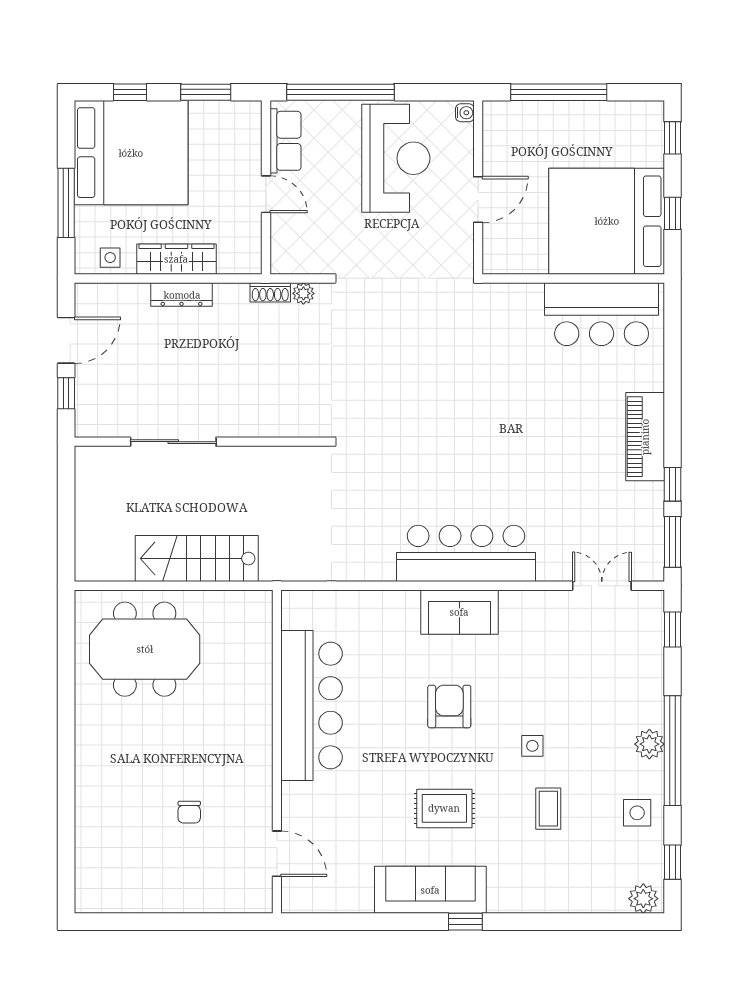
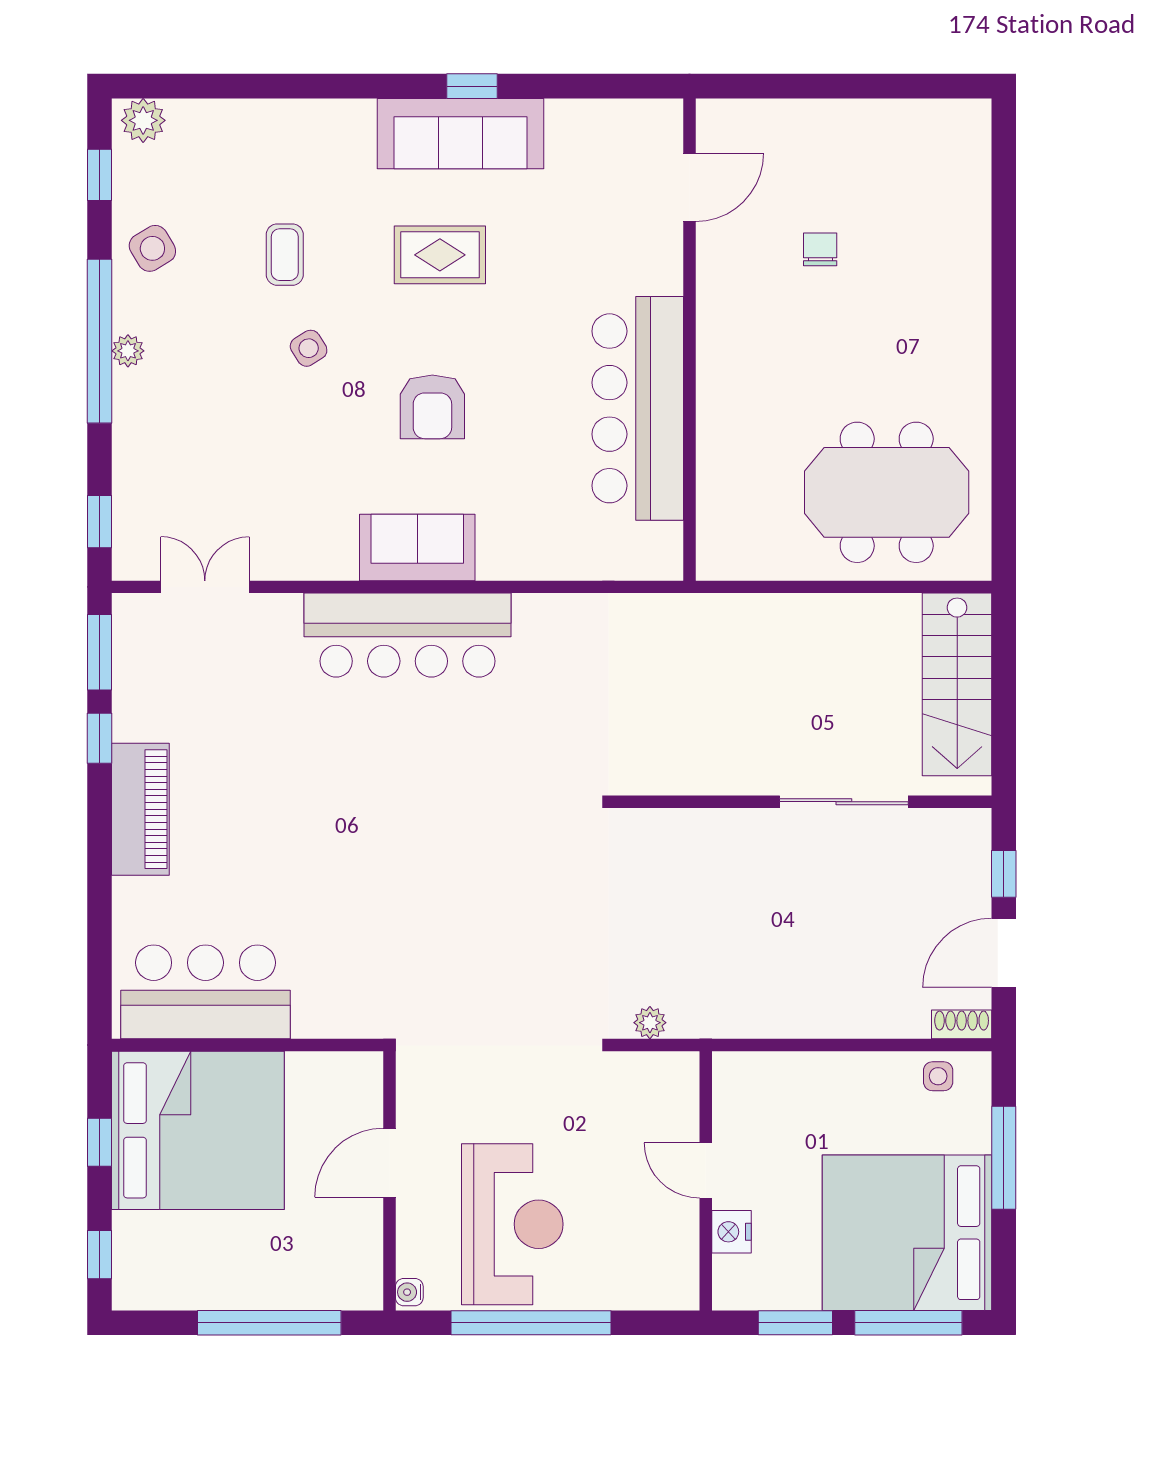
window: (130, 92) -> (908, 1323), width x2.17
window: (340, 92) -> (531, 1323), moved
row of seats: (286, 141) -> (677, 1250), removed
nightstand: (249, 153) -> (732, 1232), added
reception desk: (396, 158) -> (512, 1224), turned 180
wardrobe: (176, 259) -> (839, 1074), removed
shoe rack: (270, 292) -> (962, 1024), moved
dresser: (182, 295) -> (832, 1021), removed
stairs: (197, 559) -> (957, 684), moved, turned 90
double door: (602, 586) -> (205, 587), swing flipped
plant: (649, 744) -> (128, 351), width x0.73, depth x0.73
side table: (532, 746) -> (309, 348), turned -32
side table: (637, 813) -> (152, 248), turned -31
door: (277, 854) -> (689, 187), swing flipped
window: (465, 922) -> (472, 86), moved

